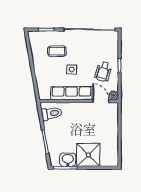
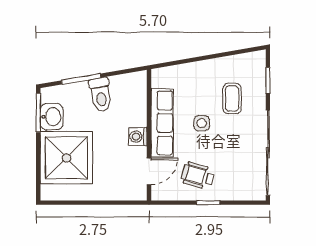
plant: (114, 95) -> (159, 193), removed
washing machine: (80, 108) -> (138, 137), added
toilet: (52, 114) -> (101, 95), moved
shower: (88, 155) -> (66, 158), width x1.37, depth x1.37

